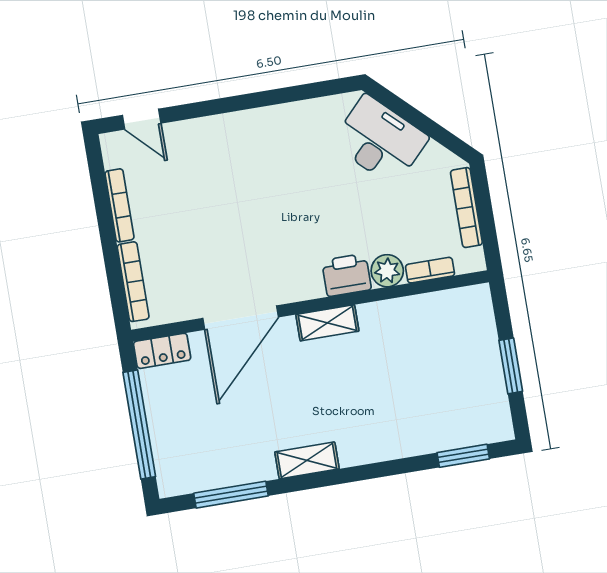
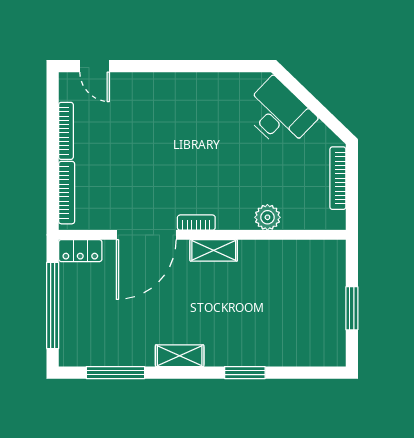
bookcase: (430, 270) -> (196, 223), moved
printer: (347, 275) -> (235, 215), removed
window: (463, 456) -> (245, 373), moved

